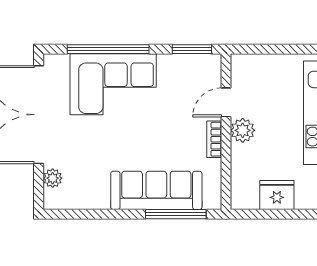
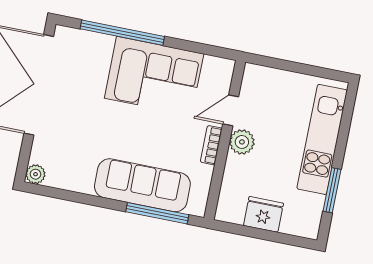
window: (192, 49) -> (207, 50), removed
corner sofa: (113, 84) -> (154, 76), moved
plant: (53, 178) -> (36, 174), moved

